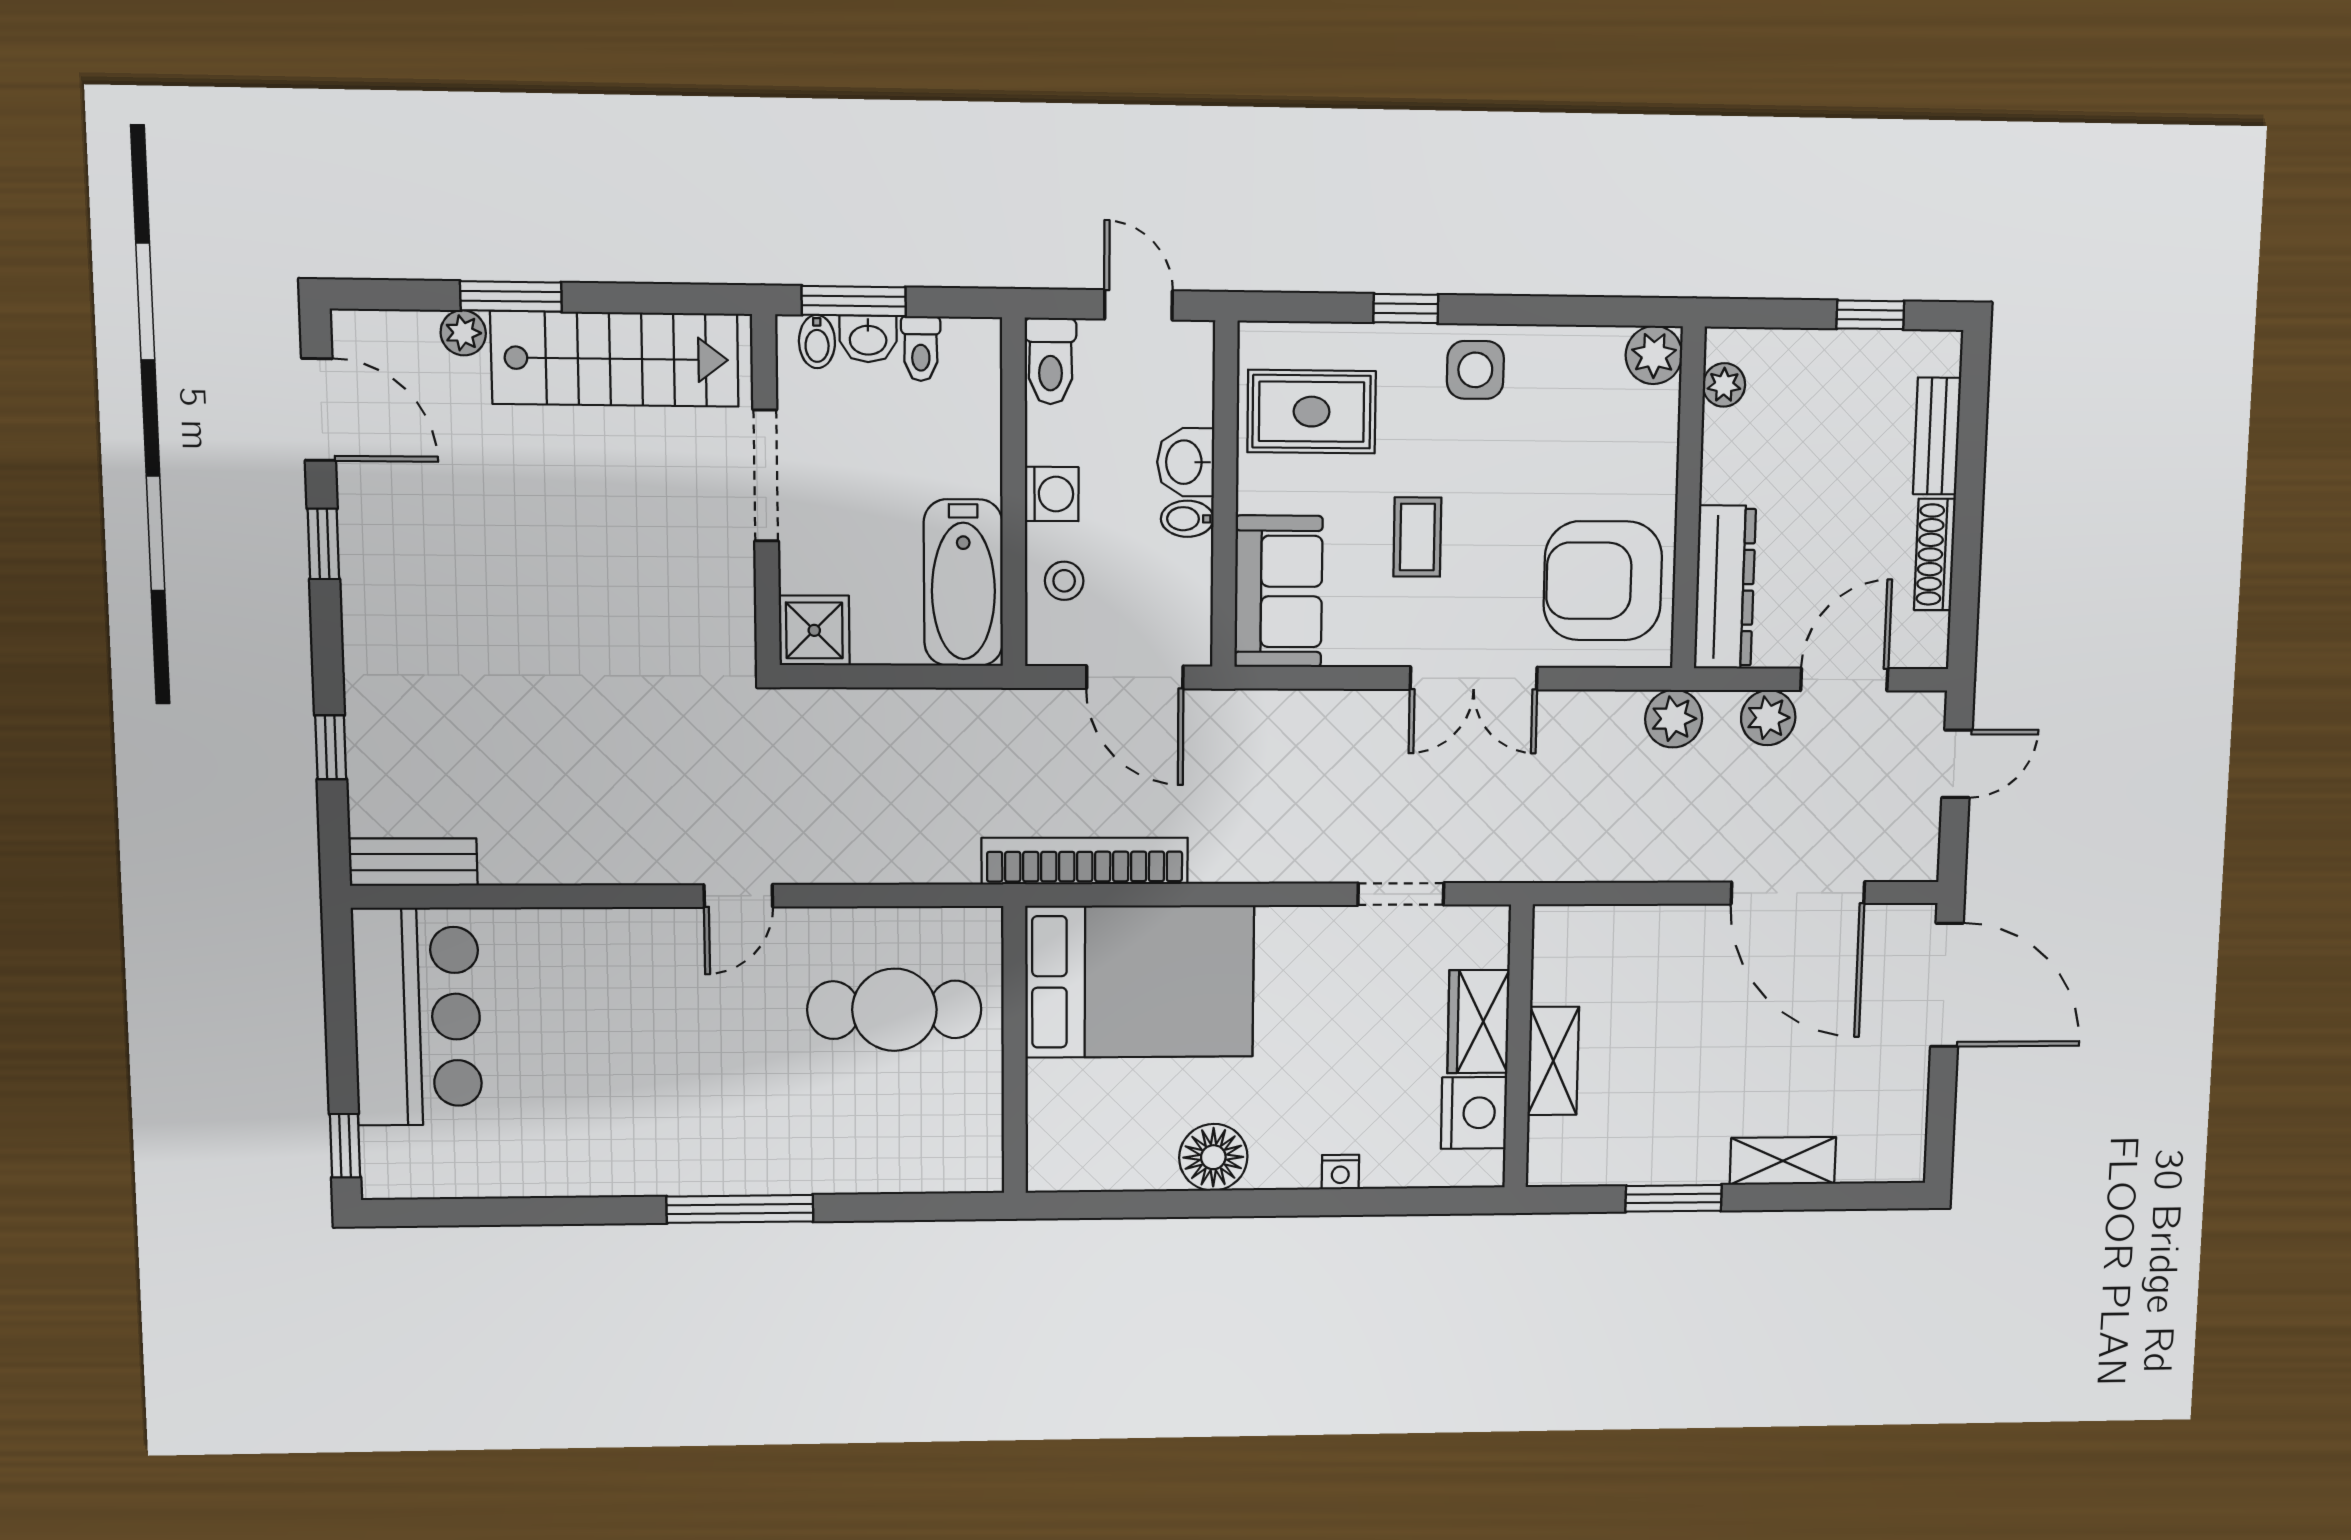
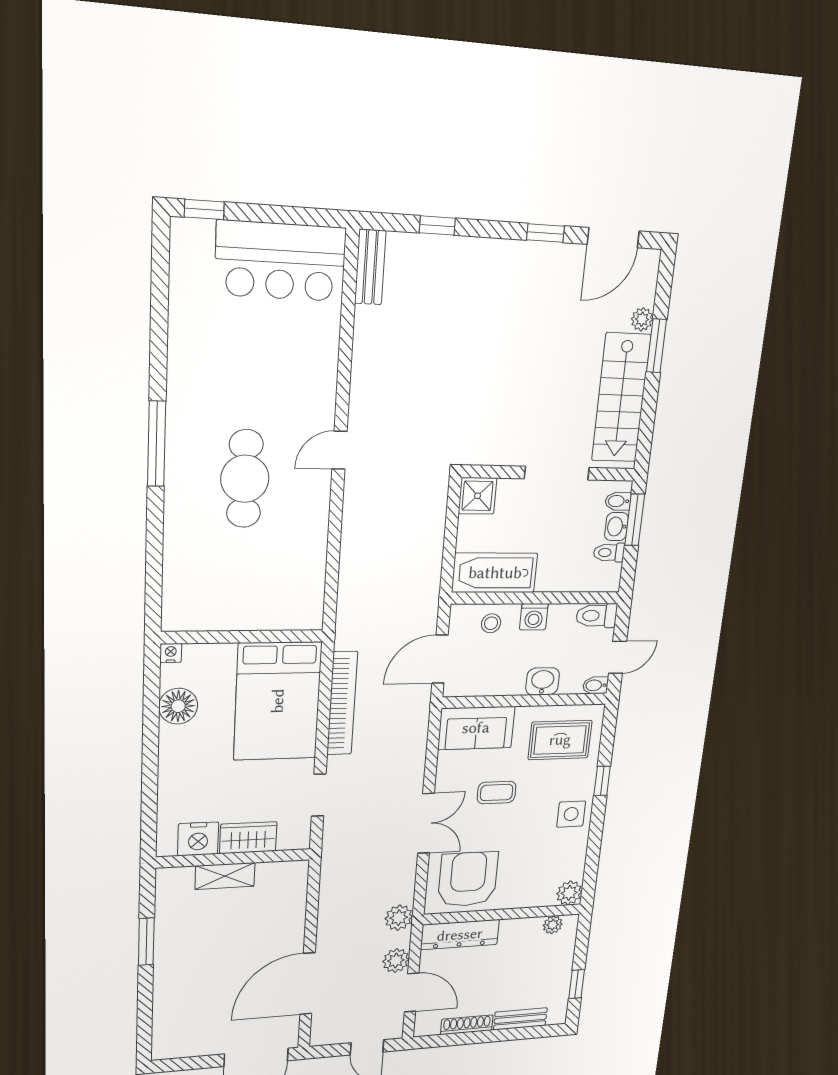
rug: (1312, 412) -> (560, 740), turned 90
bidet: (1187, 519) -> (595, 685), moved, turned -90
double door: (1474, 678) -> (426, 823), swing flipped
bookcase: (1085, 861) -> (342, 703), moved
door: (738, 896) -> (339, 450), hinge flipped
bed: (1140, 981) -> (278, 701), moved
cafe table: (894, 1010) -> (245, 479), moved
wall: (1015, 1050) -> (243, 637), moved
shelving: (1783, 1161) -> (165, 992), removed
nightstand: (1340, 1172) -> (171, 653), moved, turned 90

